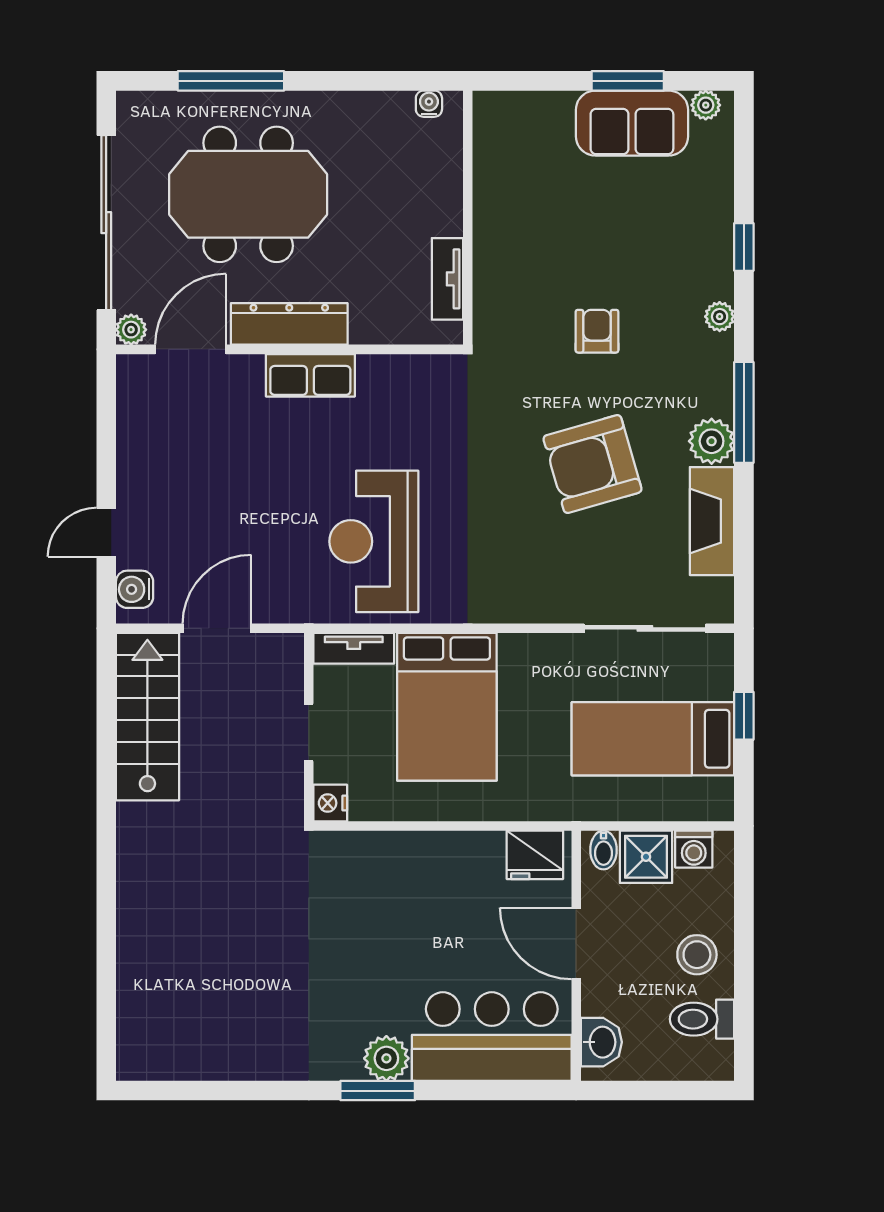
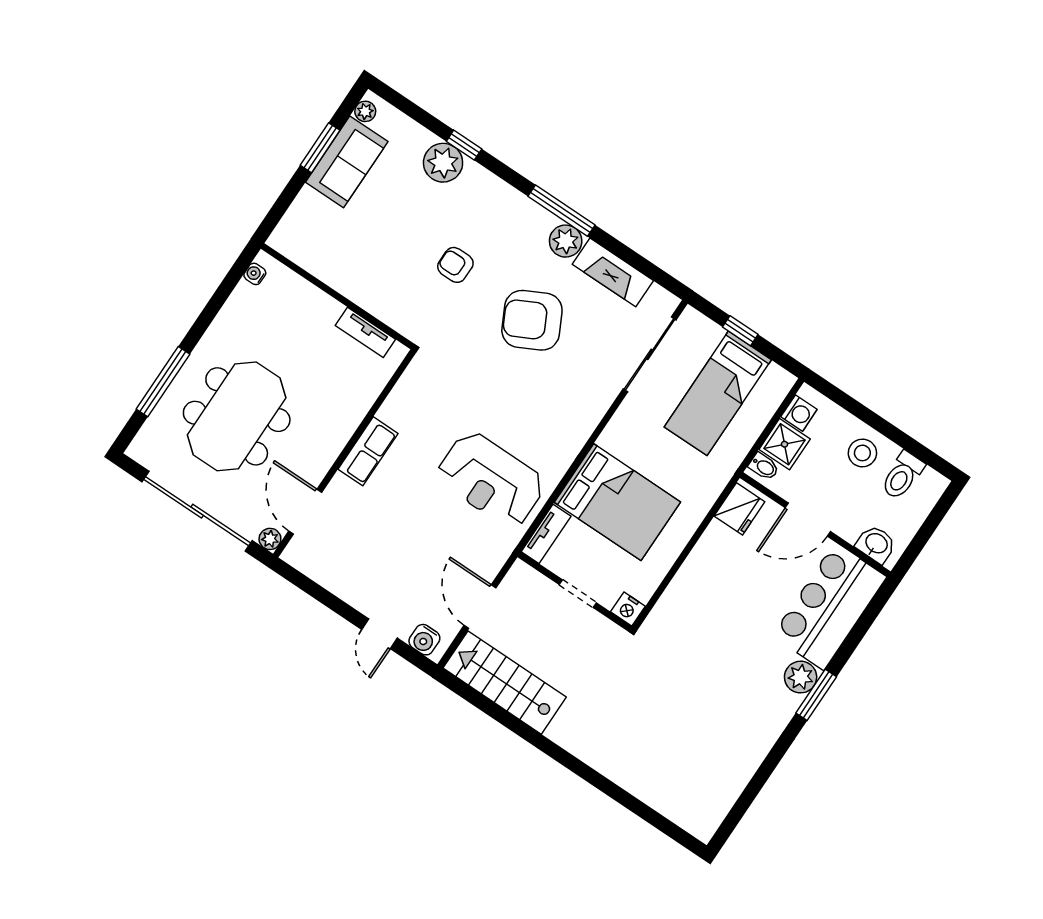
plant: (720, 317) -> (443, 163), moved, width x1.88, depth x1.88
dresser: (289, 324) -> (329, 443), removed
armchair: (592, 464) -> (532, 320), turned 79

